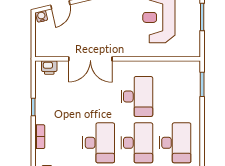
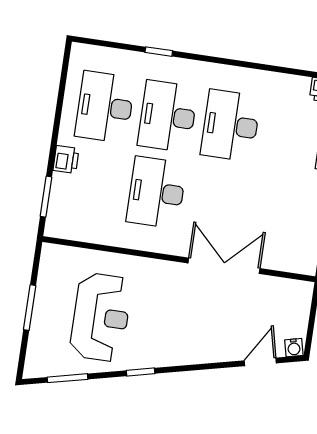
printer: (49, 67) -> (66, 159), moved, turned 90

